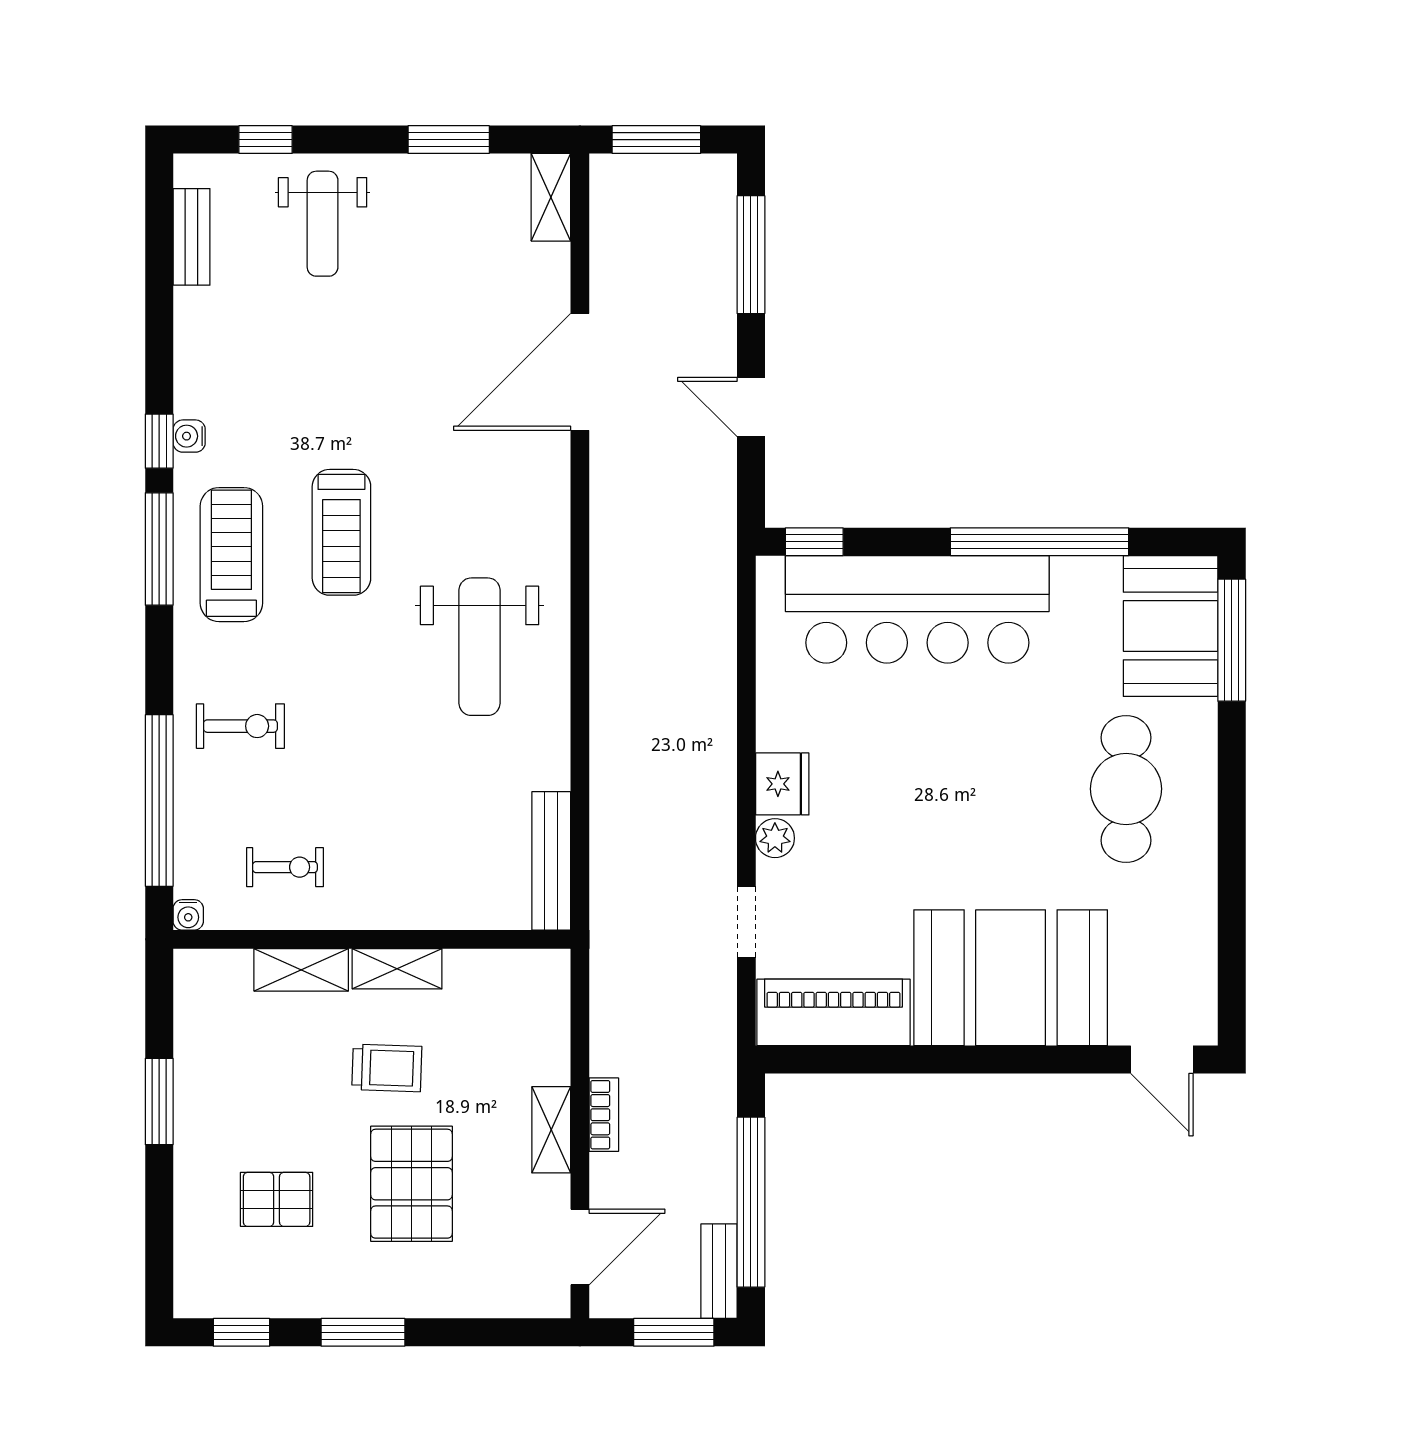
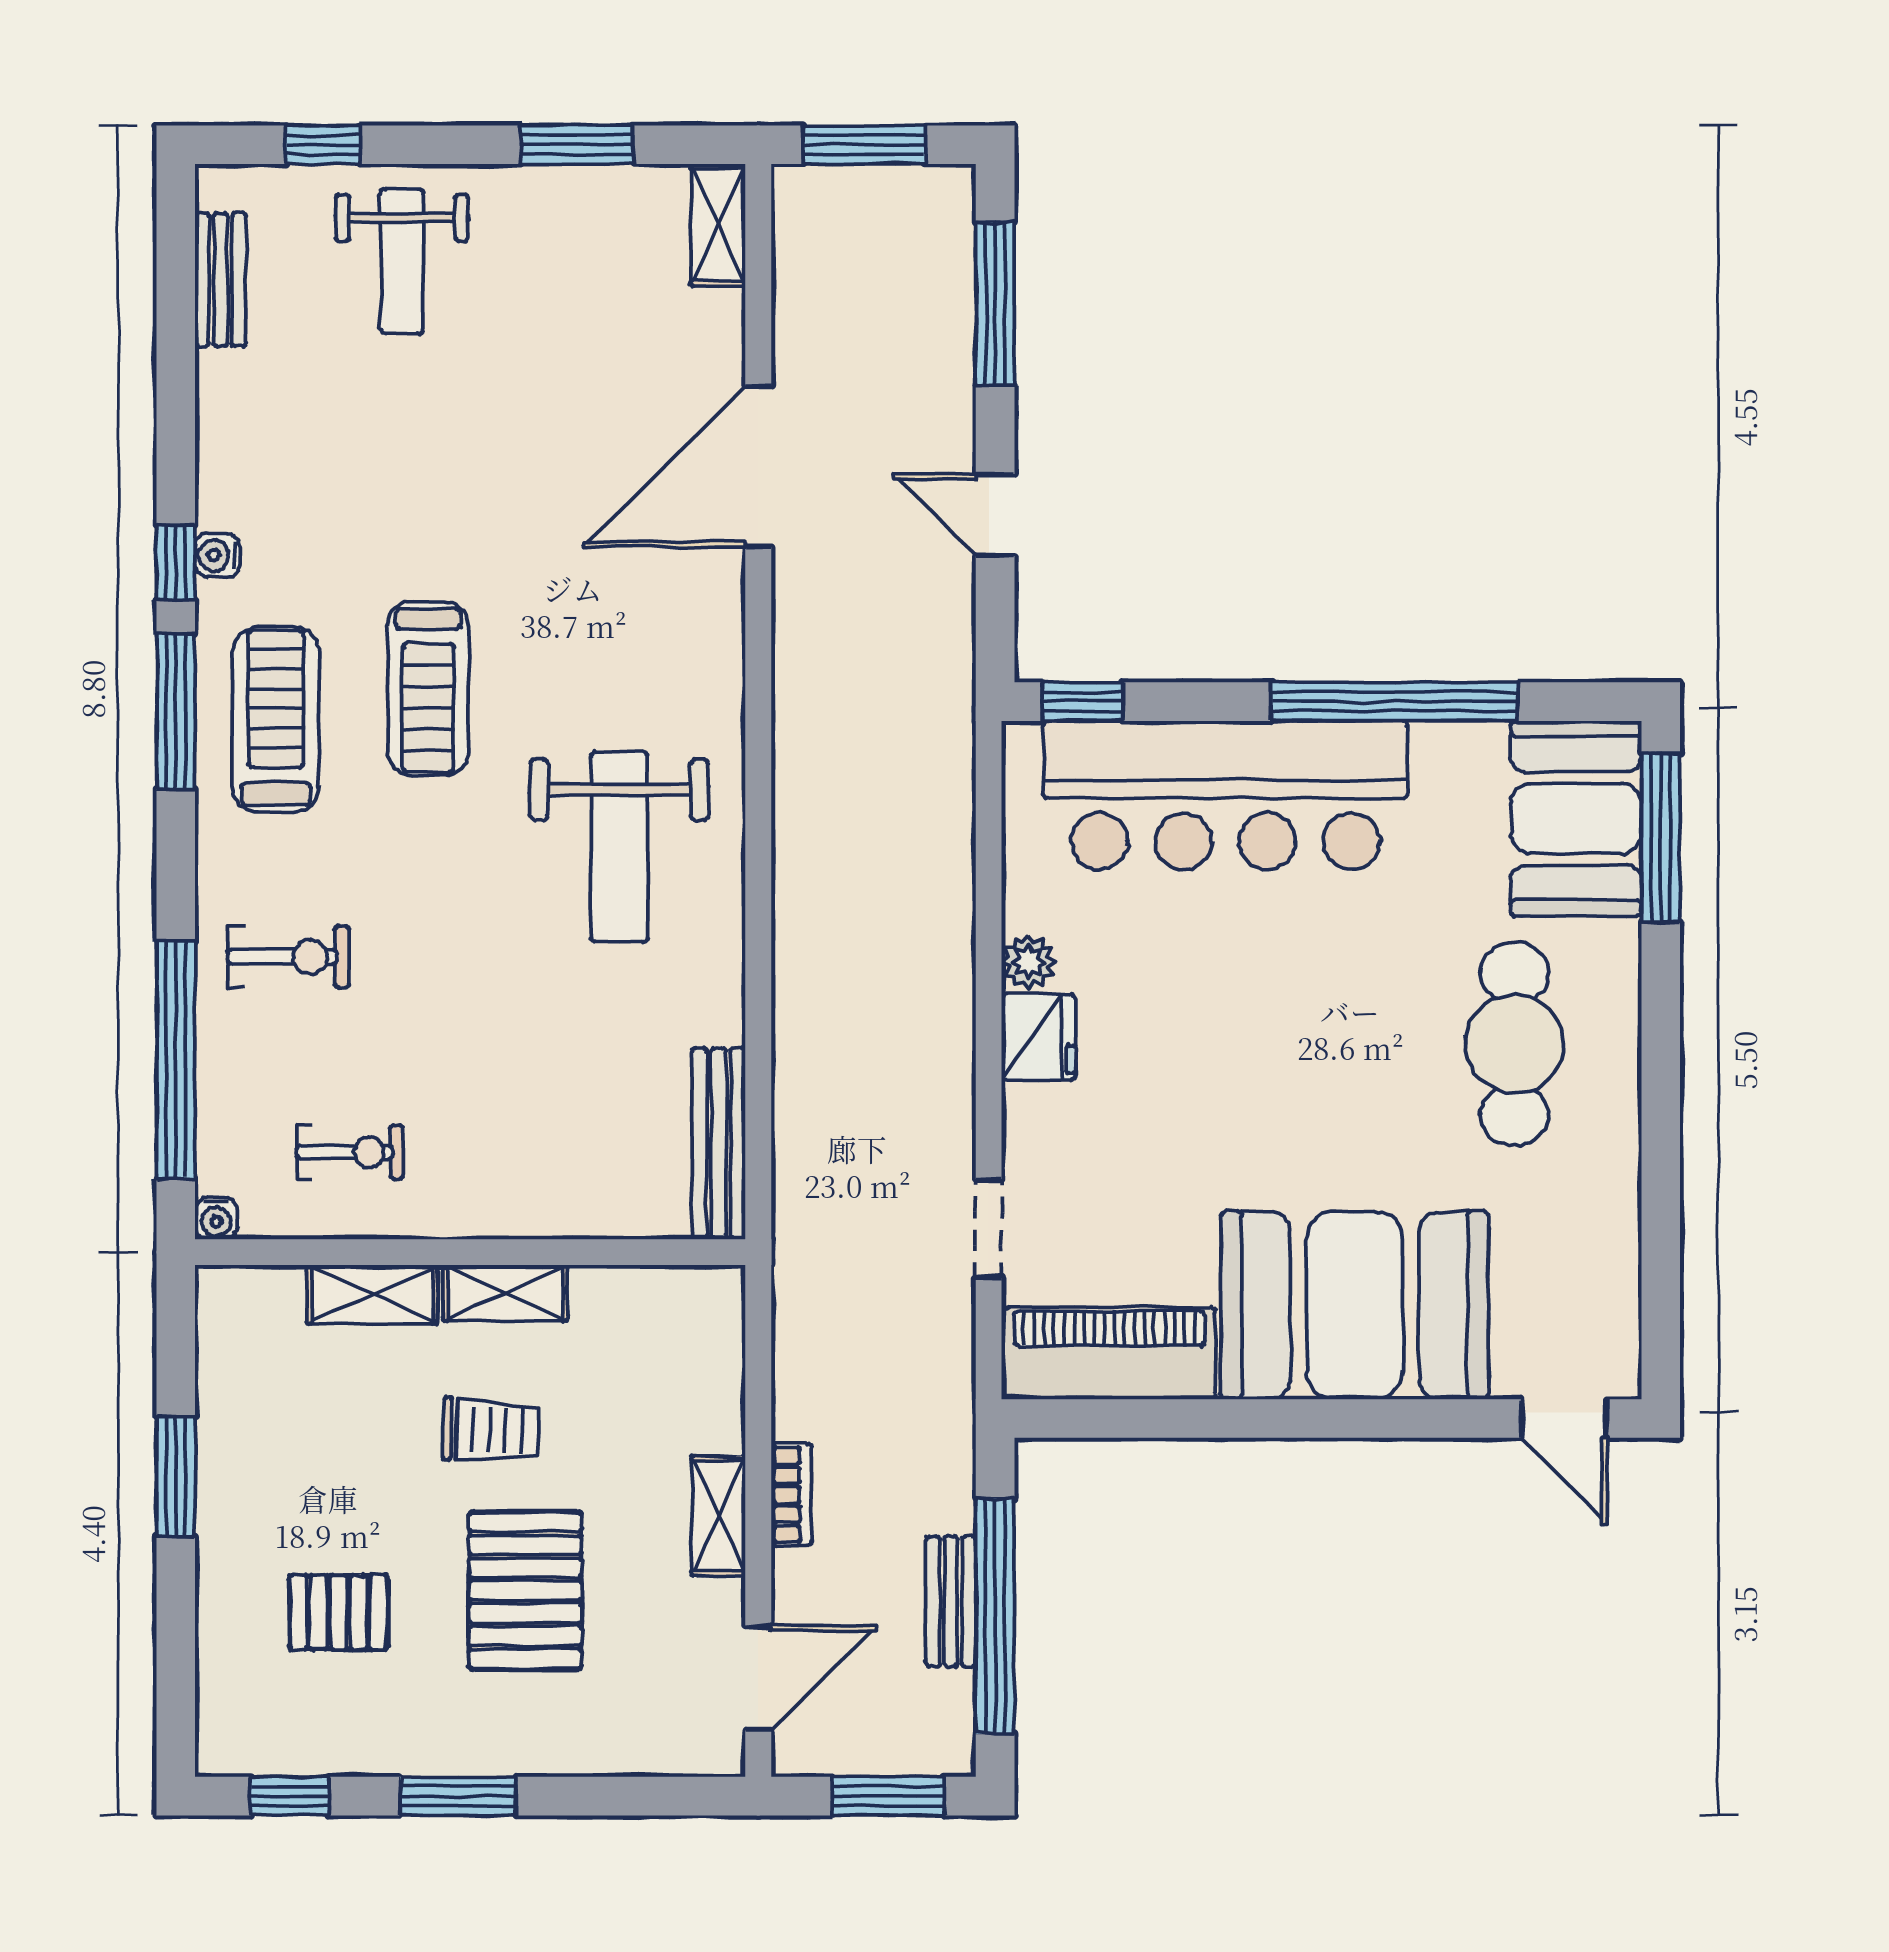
plant: (775, 838) -> (1028, 962), moved
bench: (719, 1271) -> (951, 1601), moved

